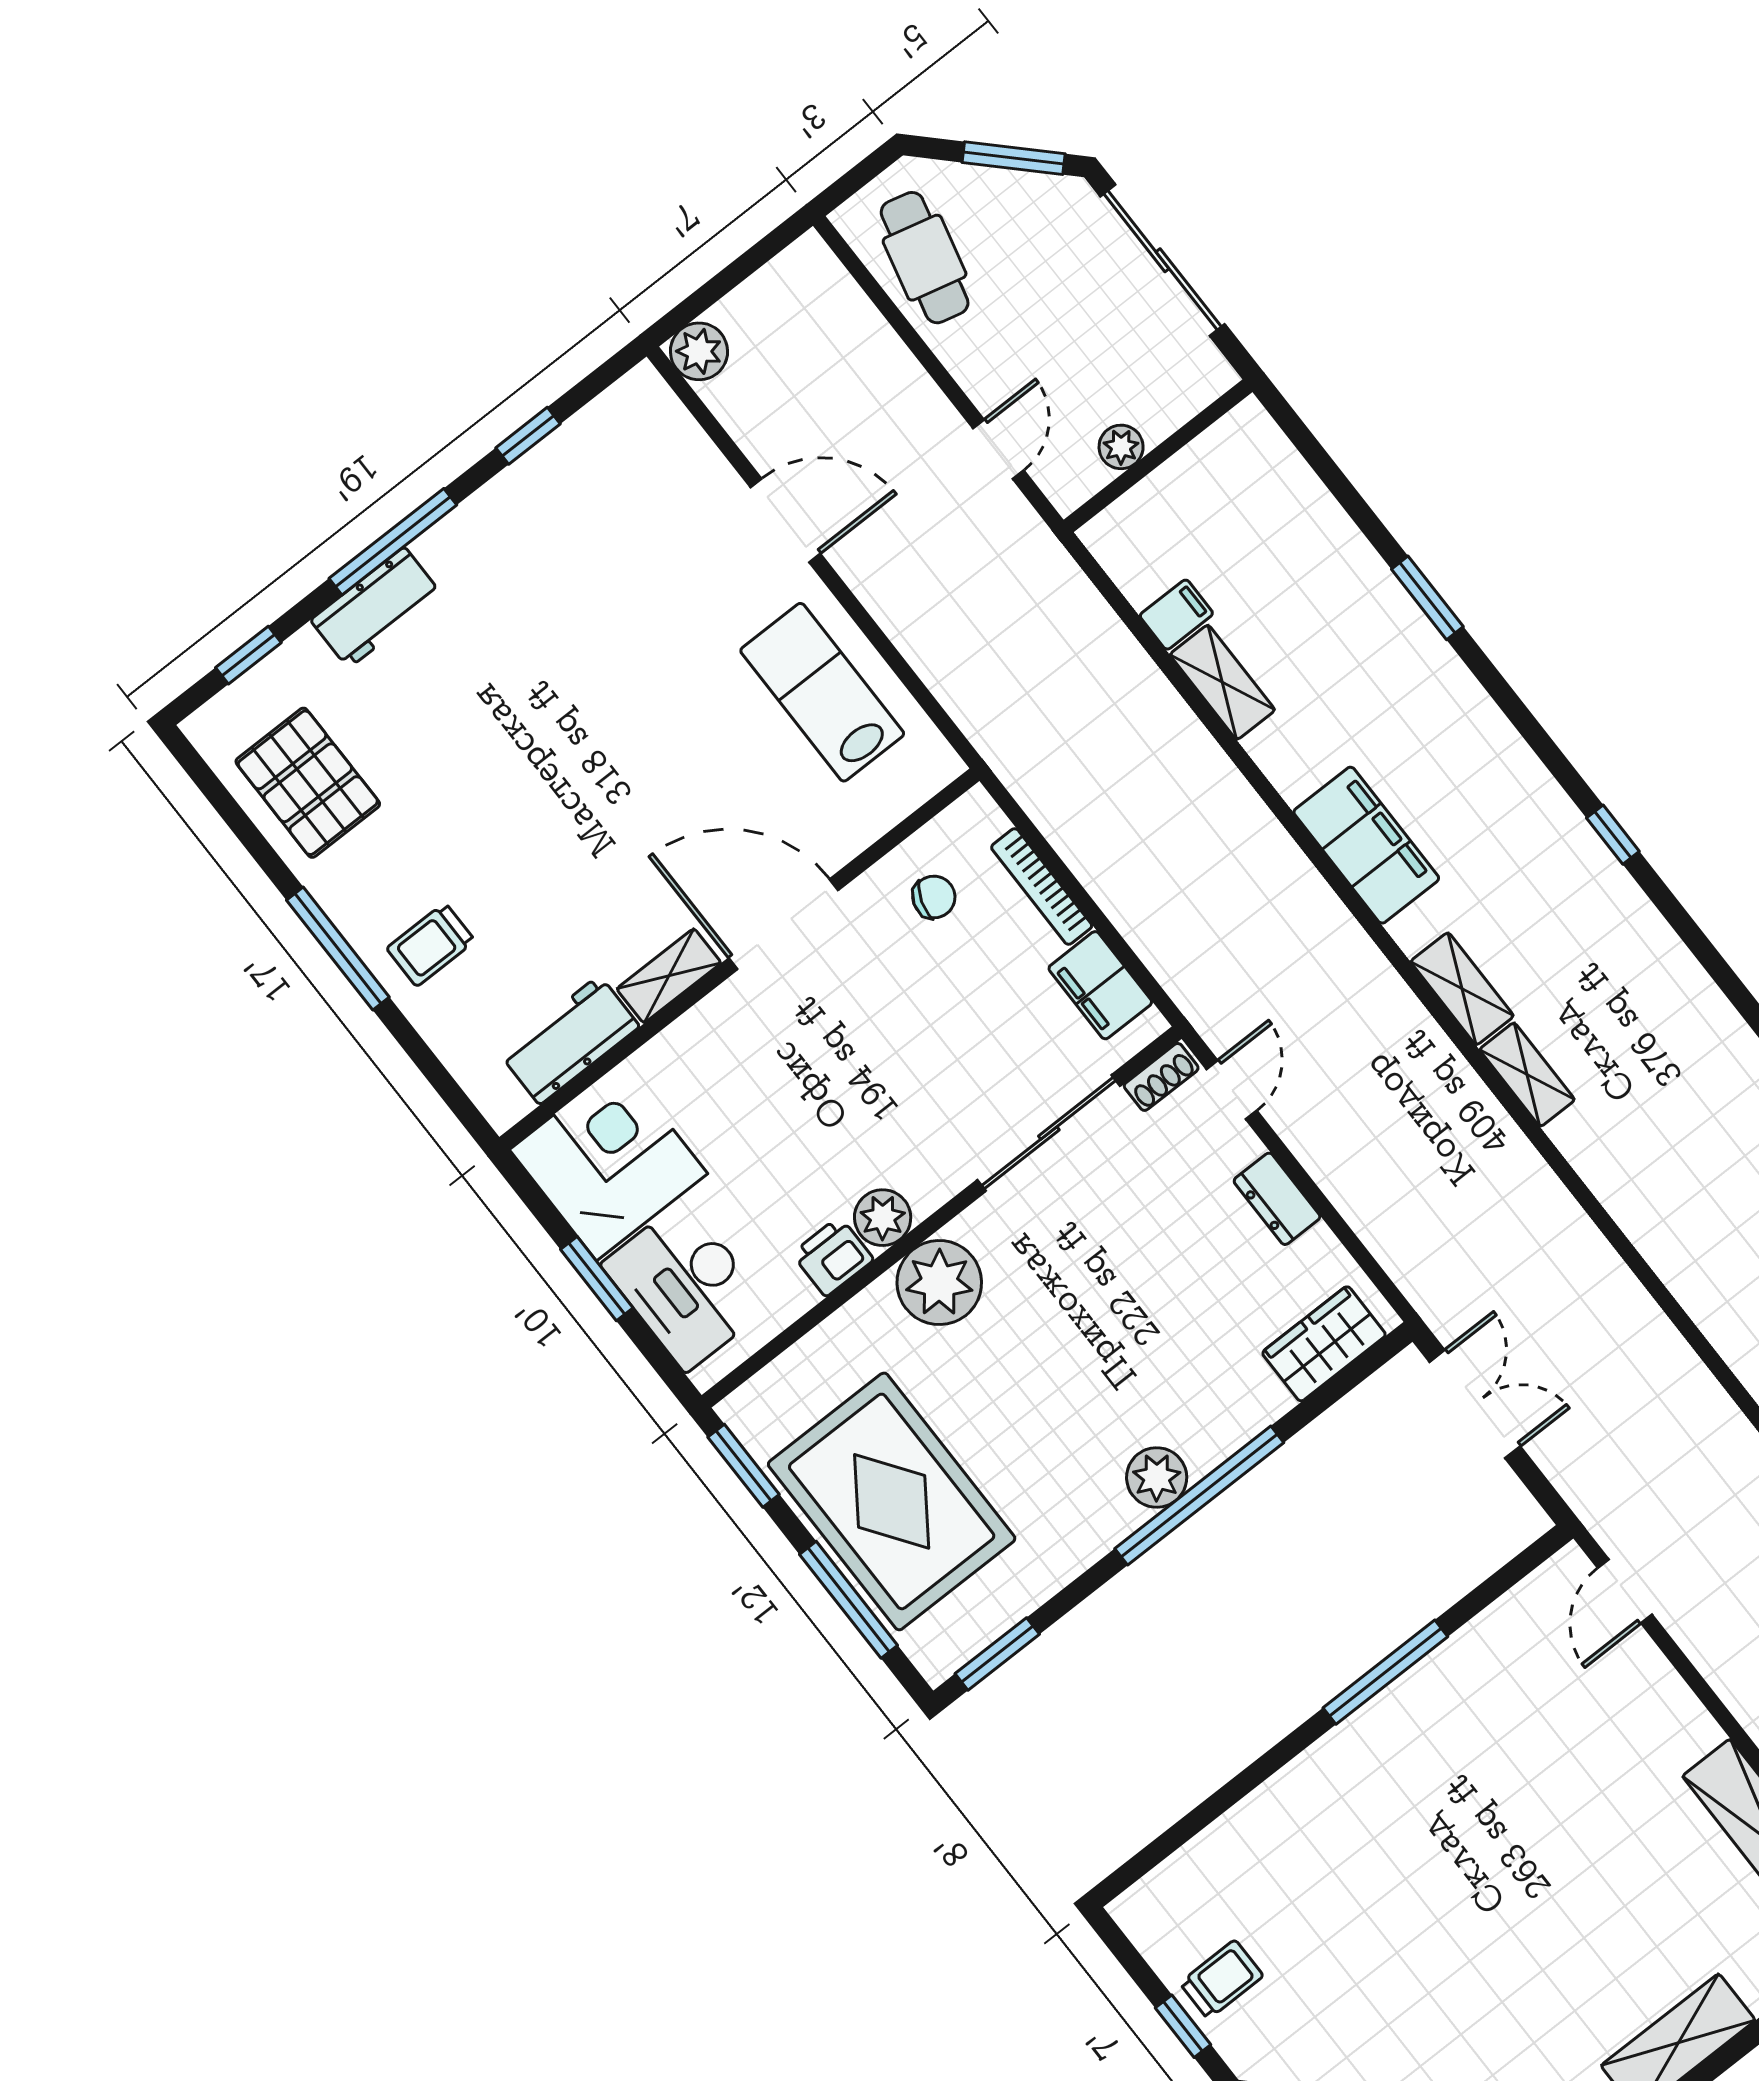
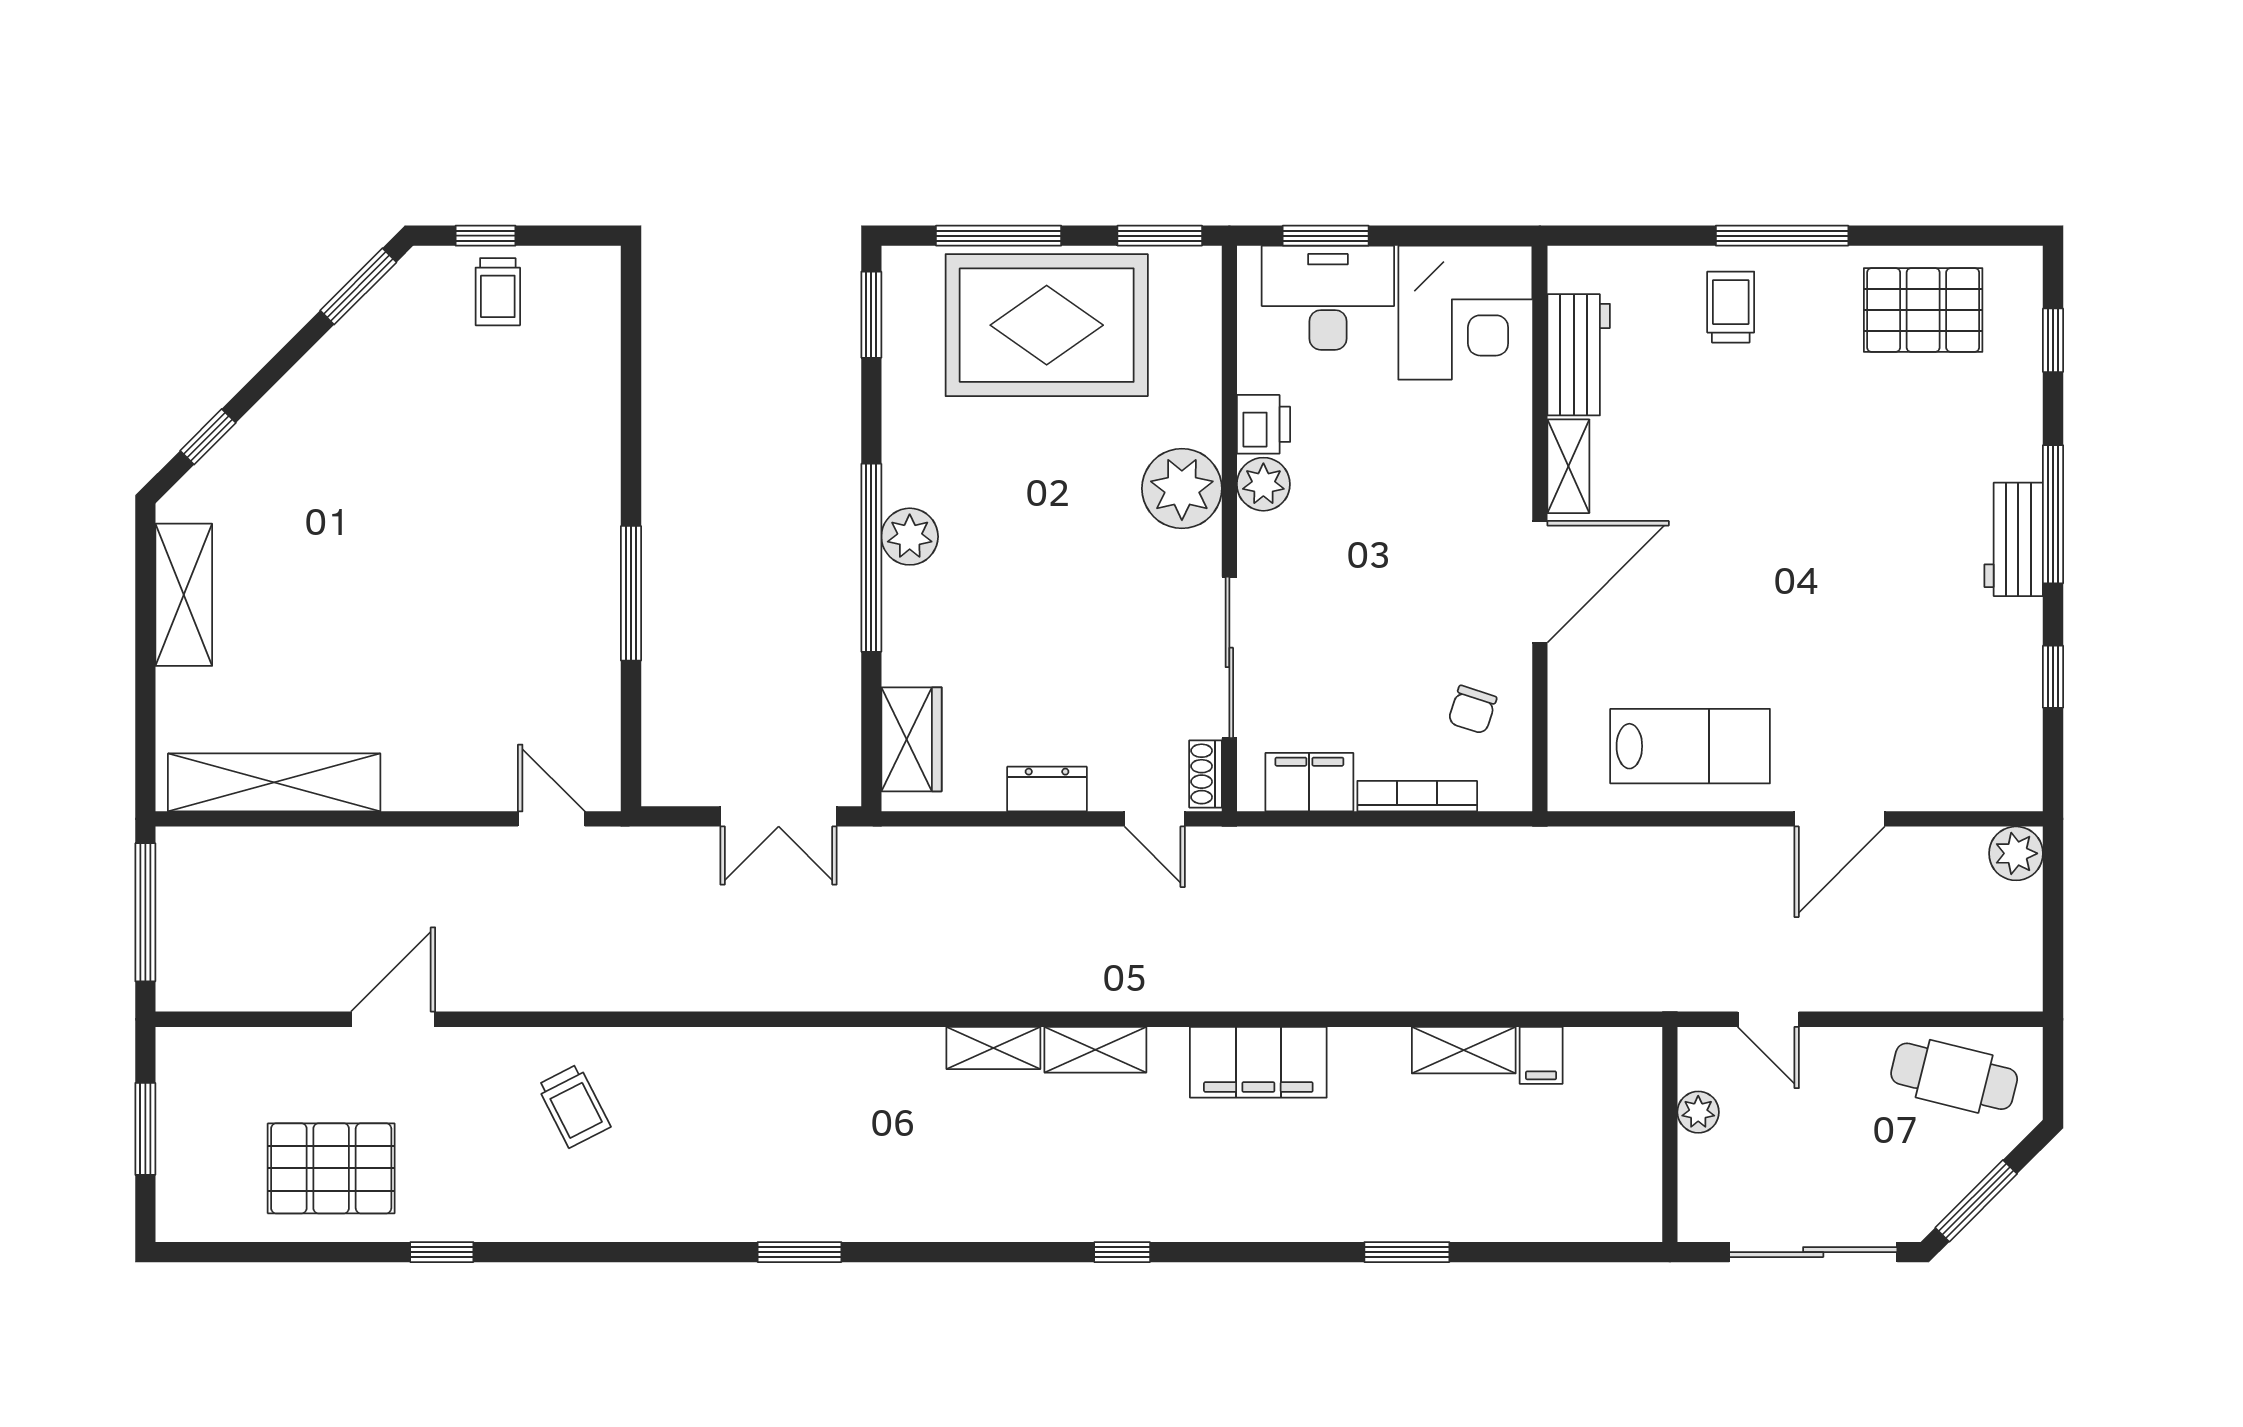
workbench: (376, 608) -> (2014, 539), moved
window: (597, 1279) -> (1326, 236), moved

